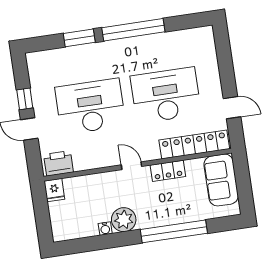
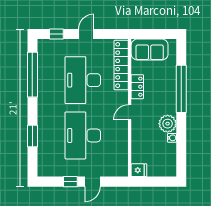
window: (133, 30) -> (32, 75), moved
window: (223, 50) -> (56, 34), added
door: (232, 108) -> (86, 34), moved
printer: (58, 163) -> (120, 164), removed

